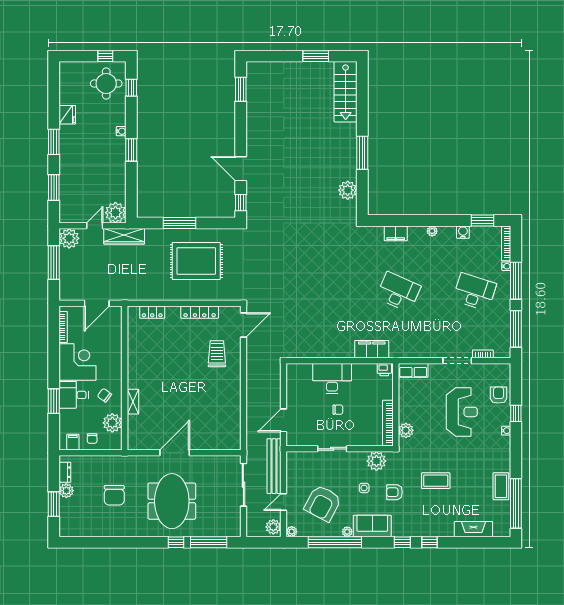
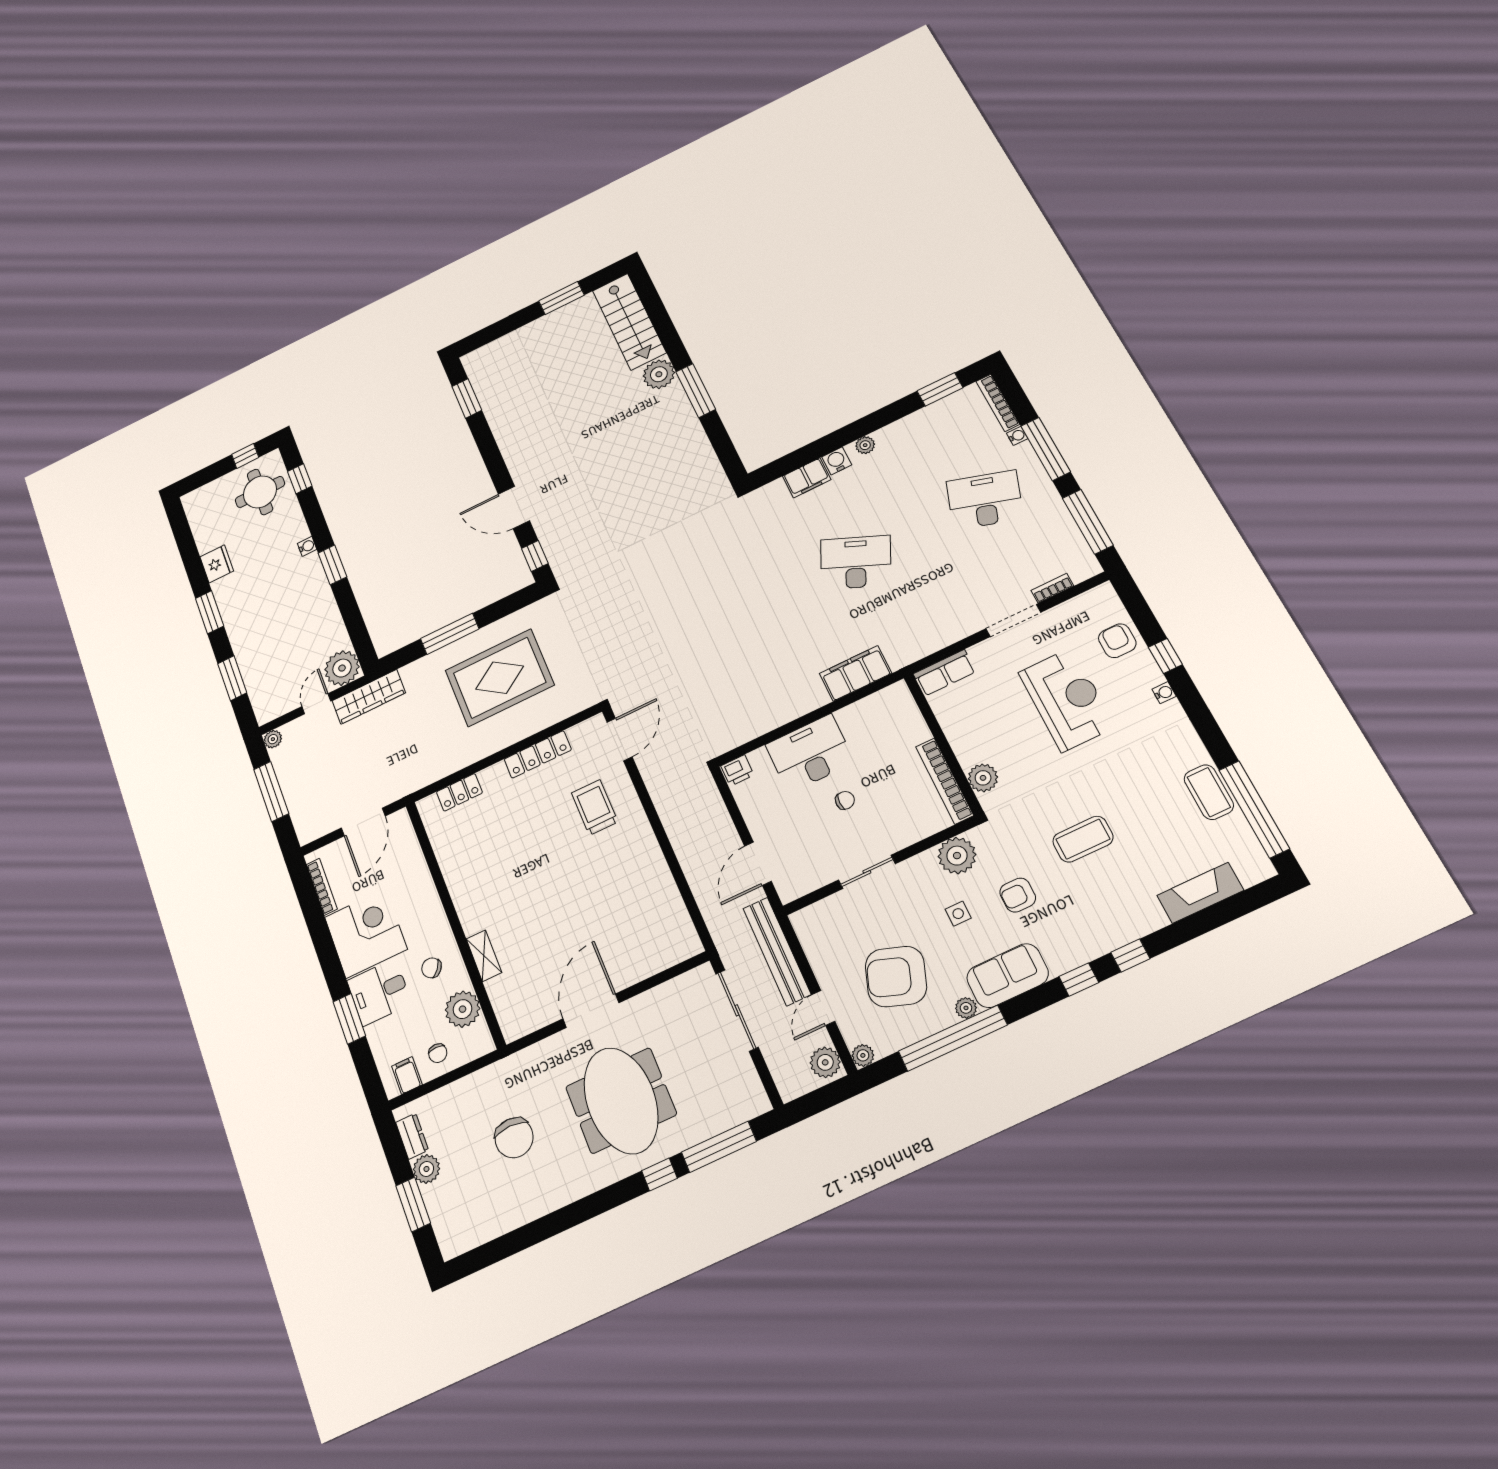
plant: (348, 190) -> (659, 374), moved
water cooler: (463, 232) -> (837, 461), moved
plant: (69, 238) -> (273, 739), width x0.53, depth x0.53
printer: (384, 370) -> (737, 770), moved
armchair: (323, 503) -> (896, 977), turned 81

